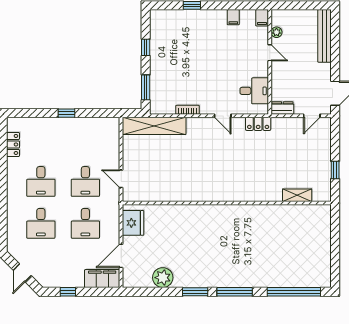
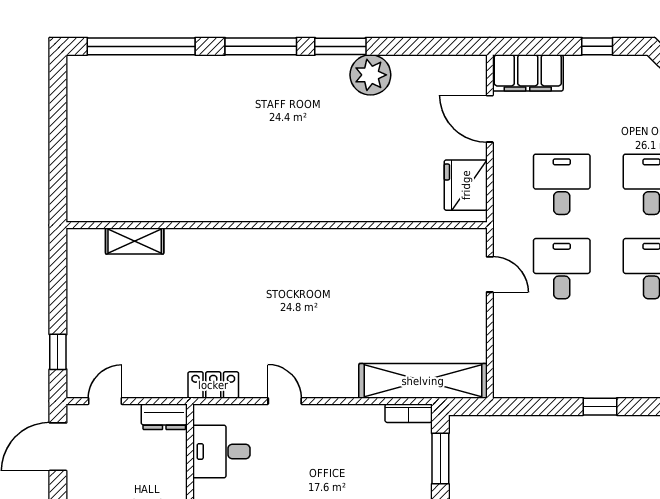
bookcase: (188, 110) -> (409, 413), moved
window: (335, 170) -> (58, 352), moved
door: (121, 256) -> (490, 119), swing flipped
plant: (163, 278) -> (370, 75), moved

